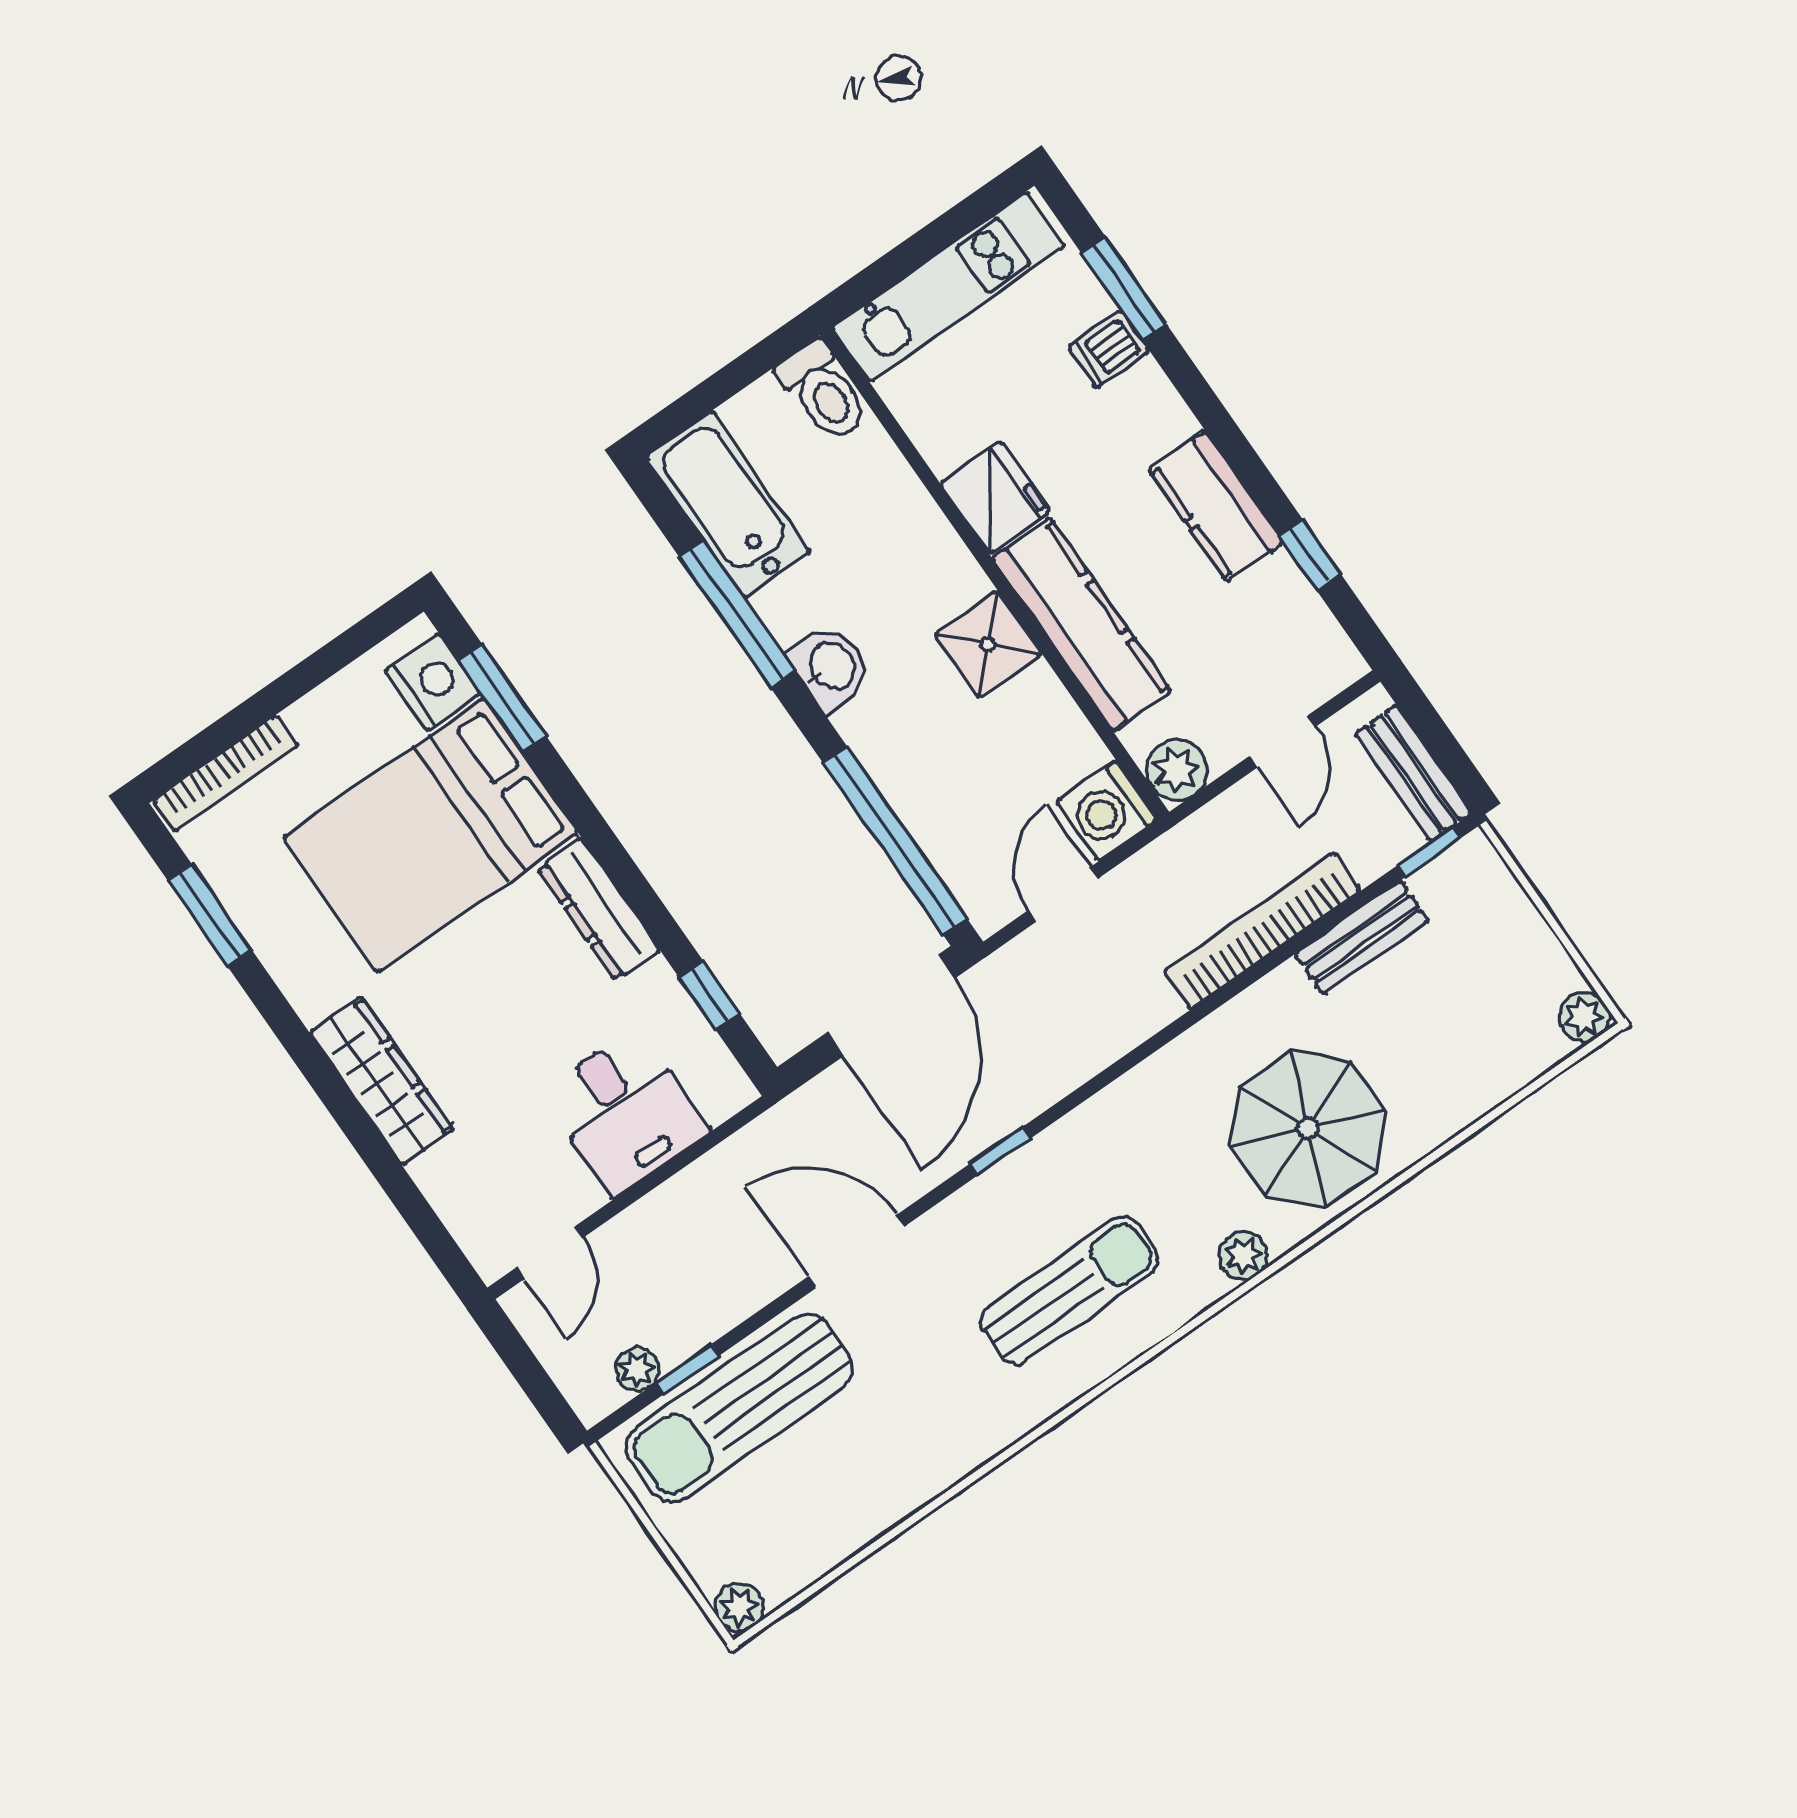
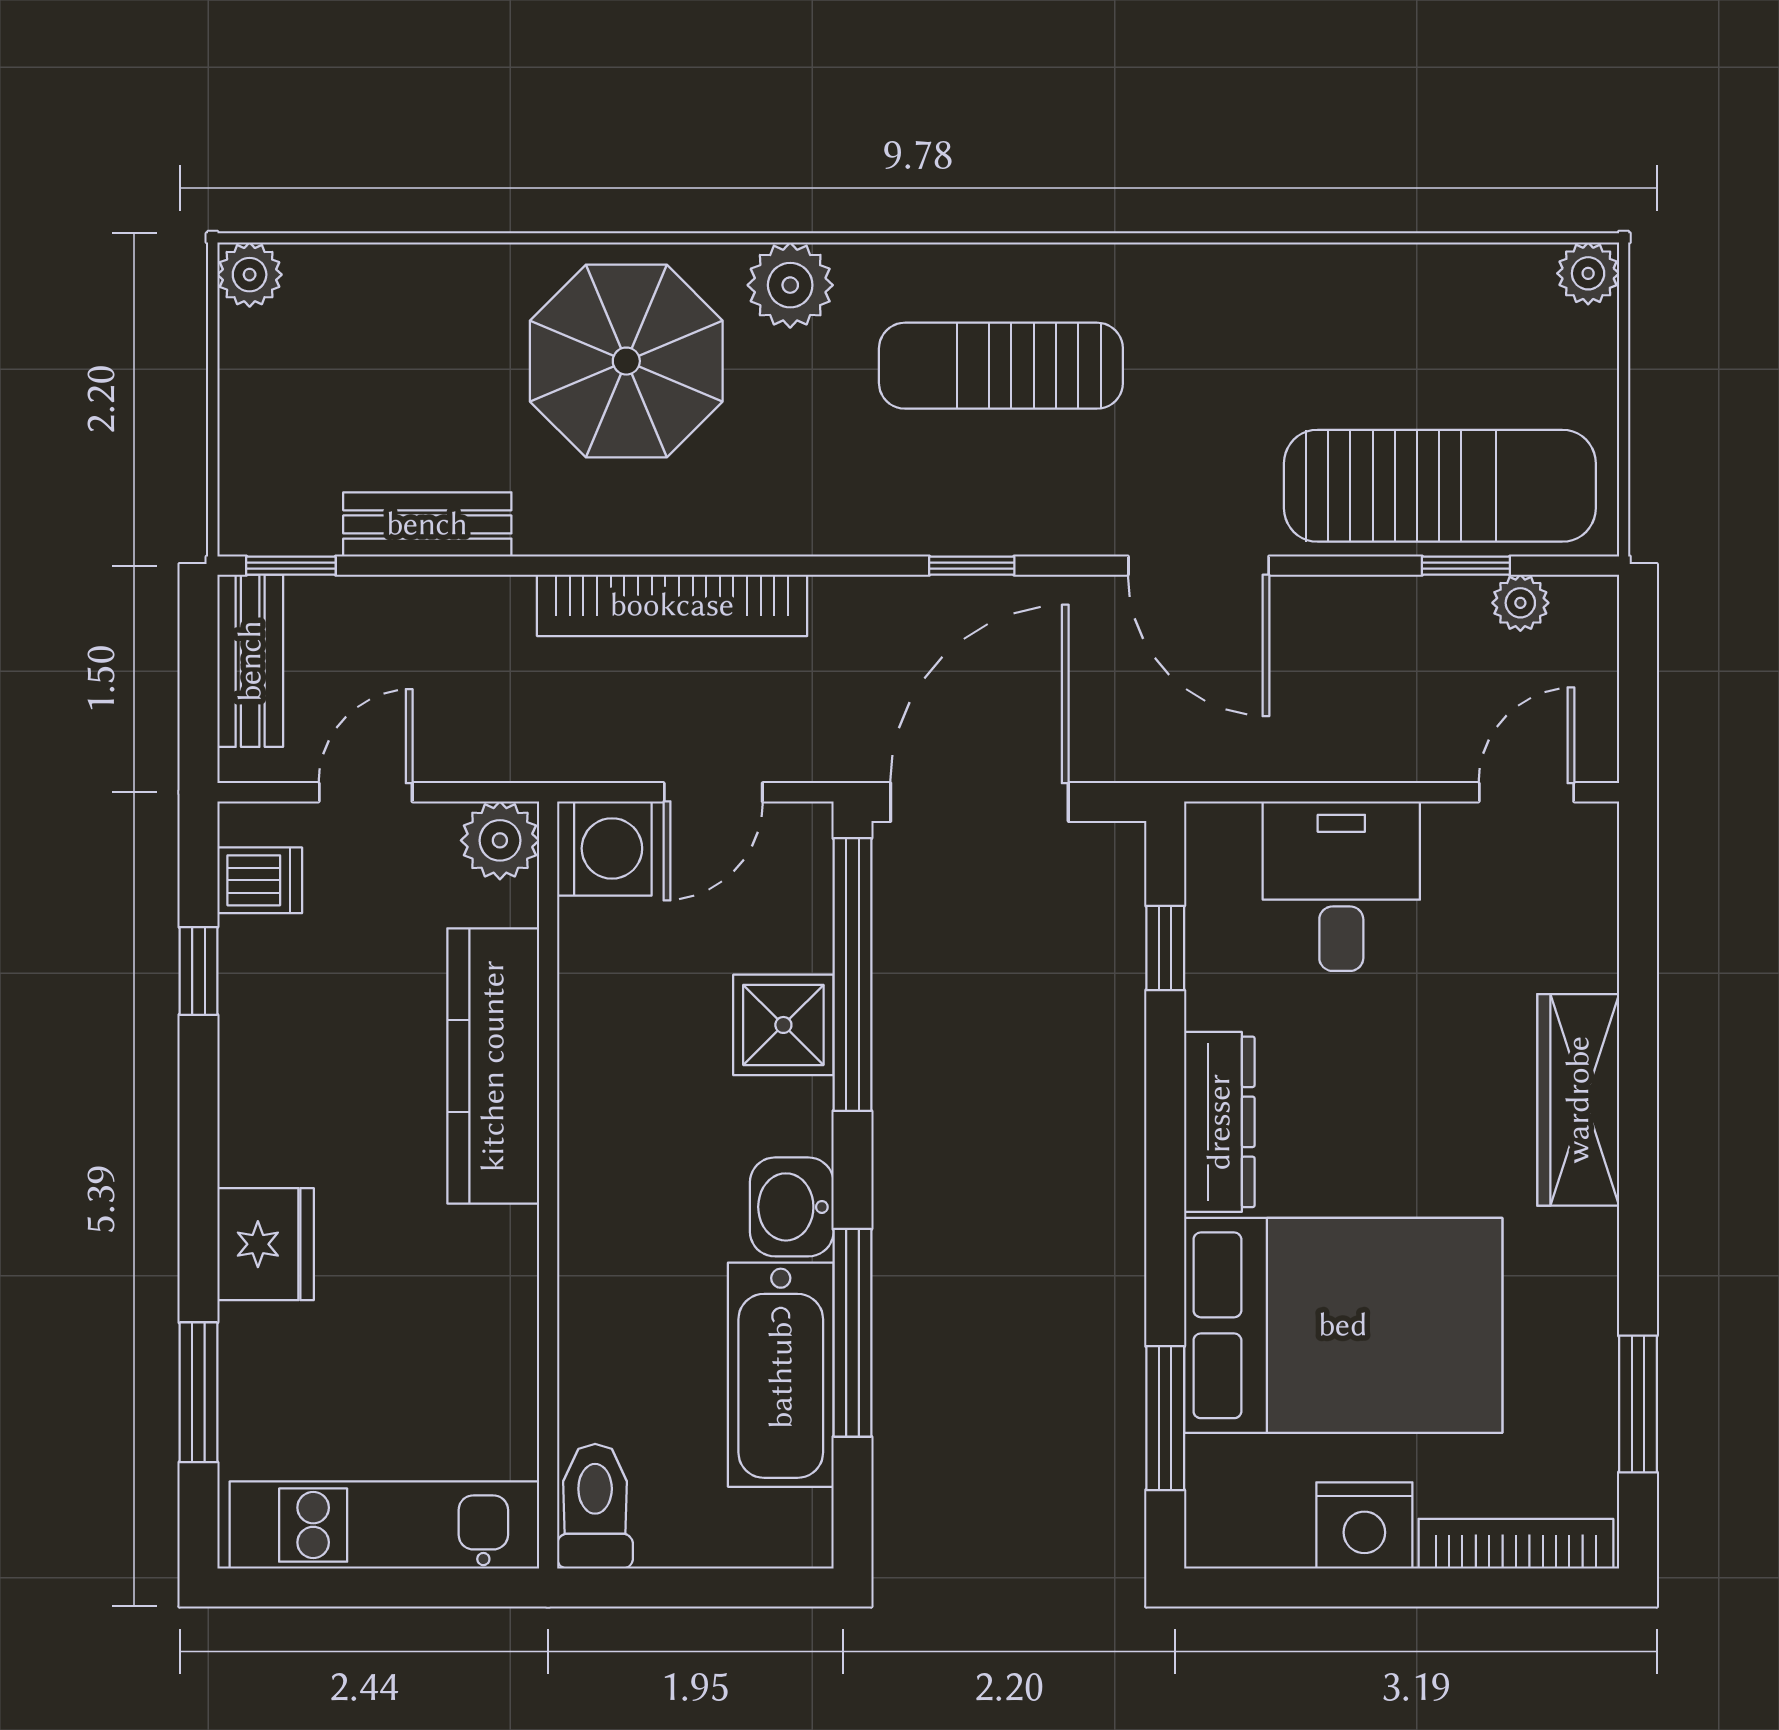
dishwasher: (1109, 349) -> (260, 880), moved
fridge: (995, 497) -> (266, 1244), moved, turned 180
bathtub: (728, 505) -> (781, 1375), moved
kitchen counter: (1216, 506) -> (262, 1093), removed
shower: (988, 644) -> (783, 1025), moved
nightstand: (433, 682) -> (1364, 1525), moved, turned -90
bookcase: (1262, 931) -> (672, 605), moved
plant: (1243, 1256) -> (790, 285), width x1.38, depth x1.38

